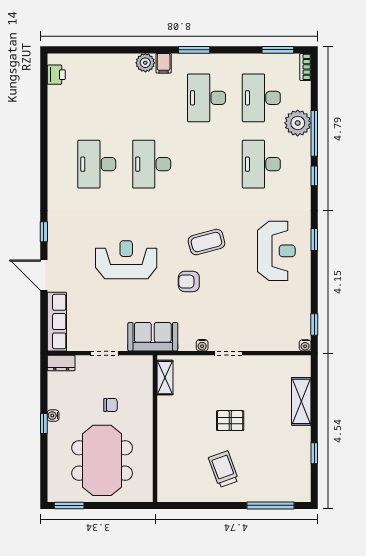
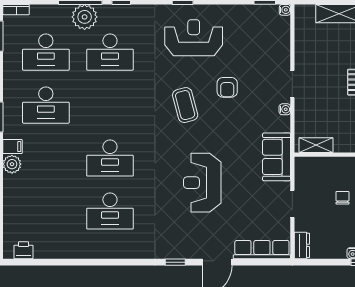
plant: (298, 123) -> (85, 17), moved
armchair: (189, 281) -> (227, 87), moved

